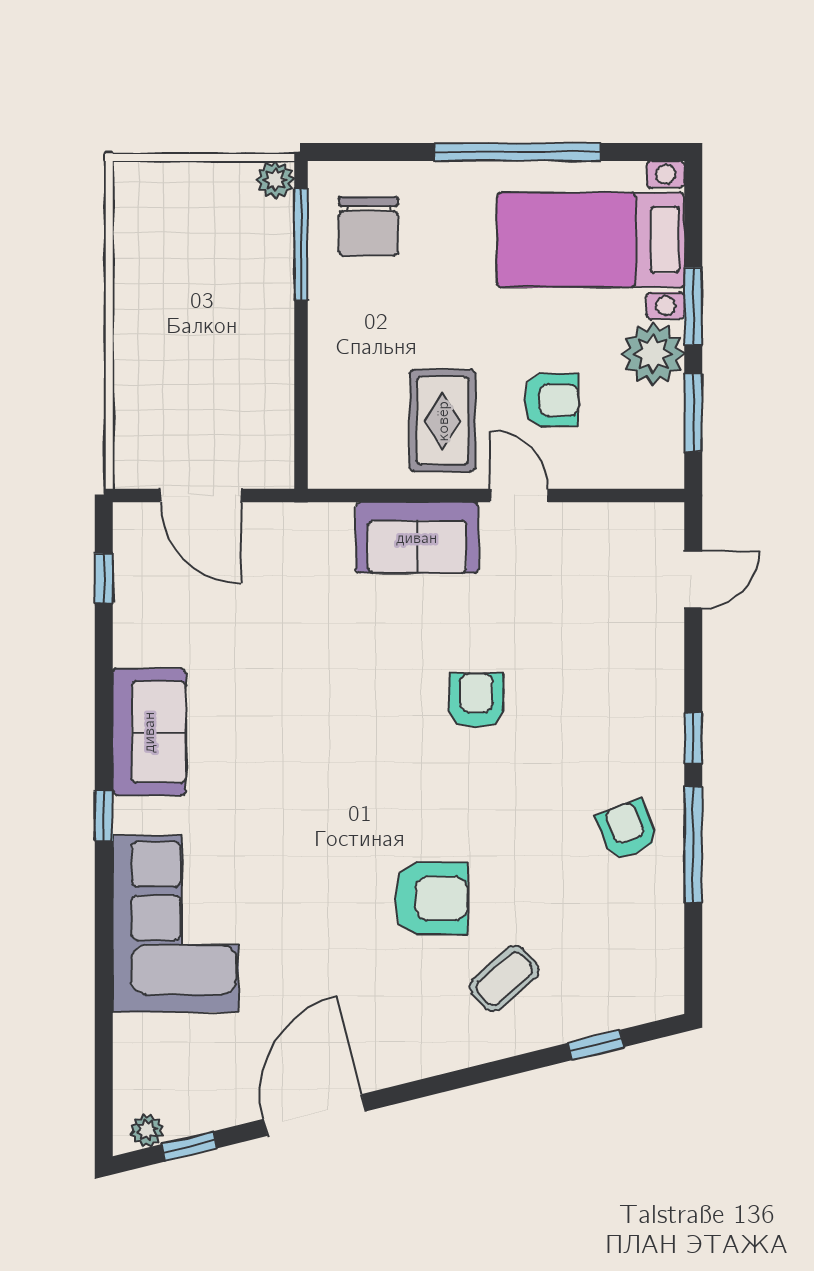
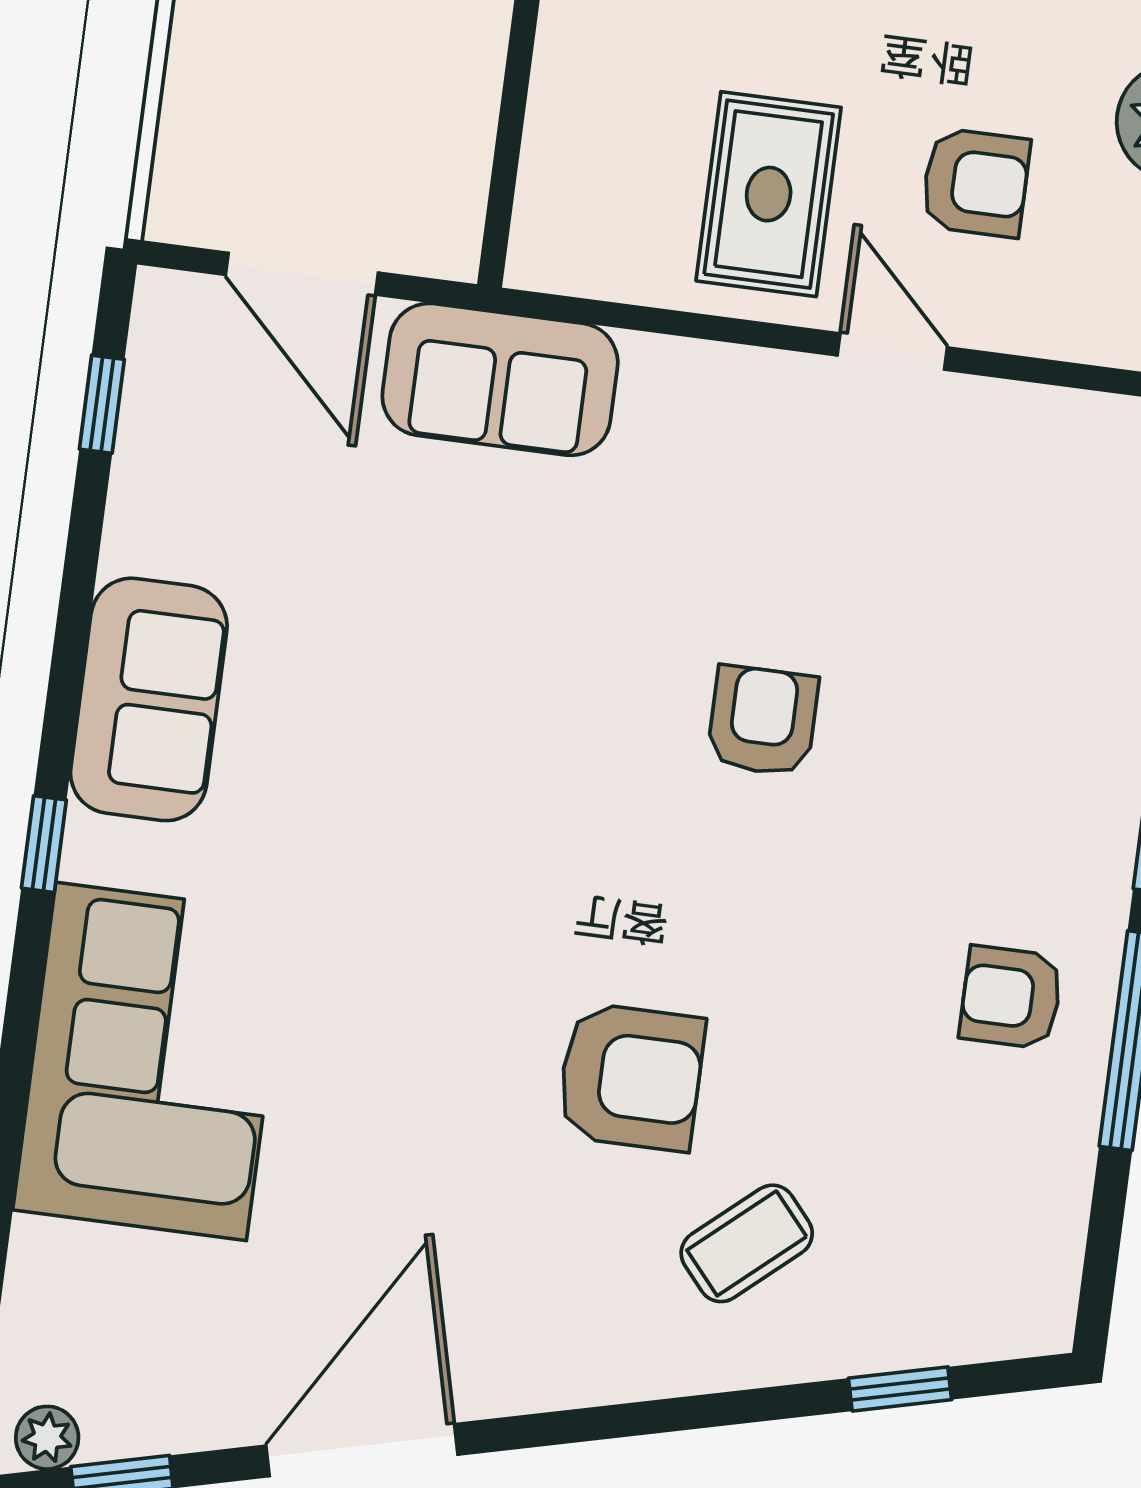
sofa: (417, 538) -> (500, 379), moved
armchair: (627, 830) -> (1011, 997), turned -68

